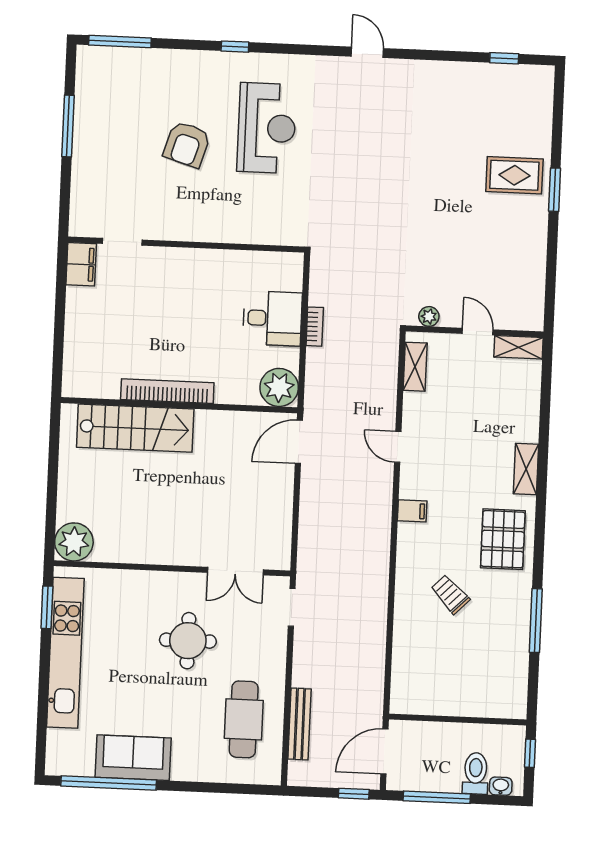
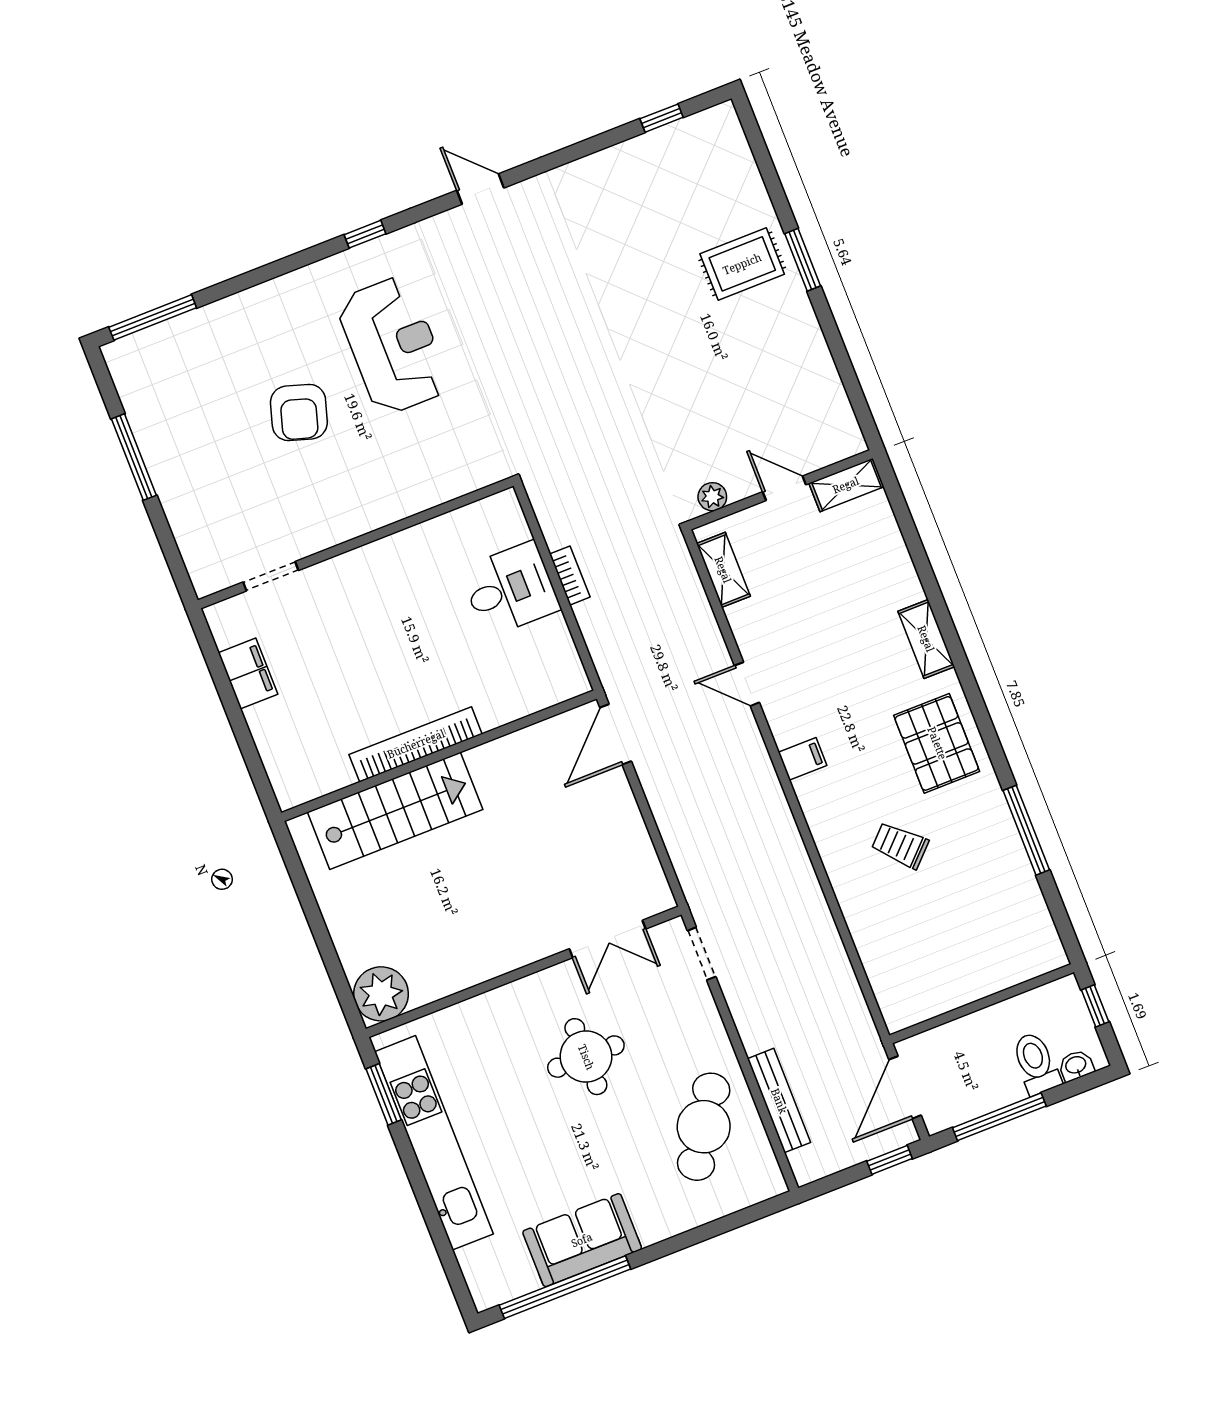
window: (235, 47) -> (365, 234), moved
filing cabinet: (81, 264) -> (248, 673), moved
plant: (279, 387) -> (559, 675), removed
cafe table: (244, 719) -> (704, 1127), turned 33

